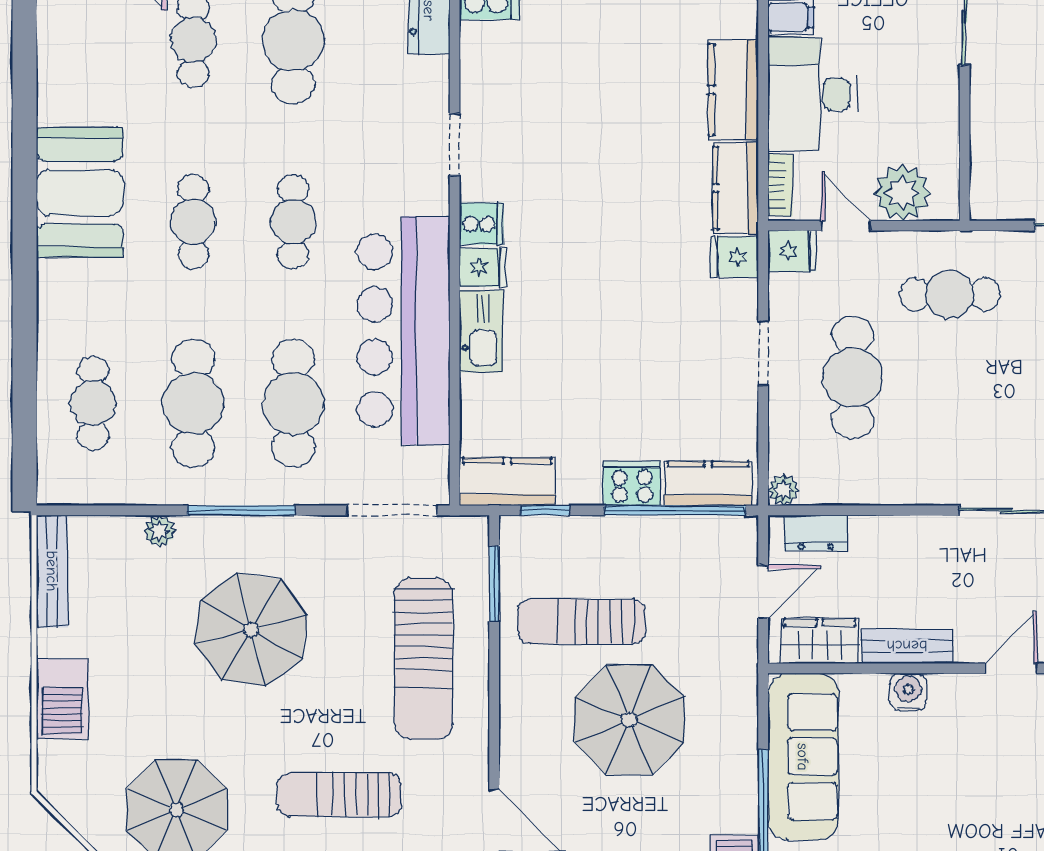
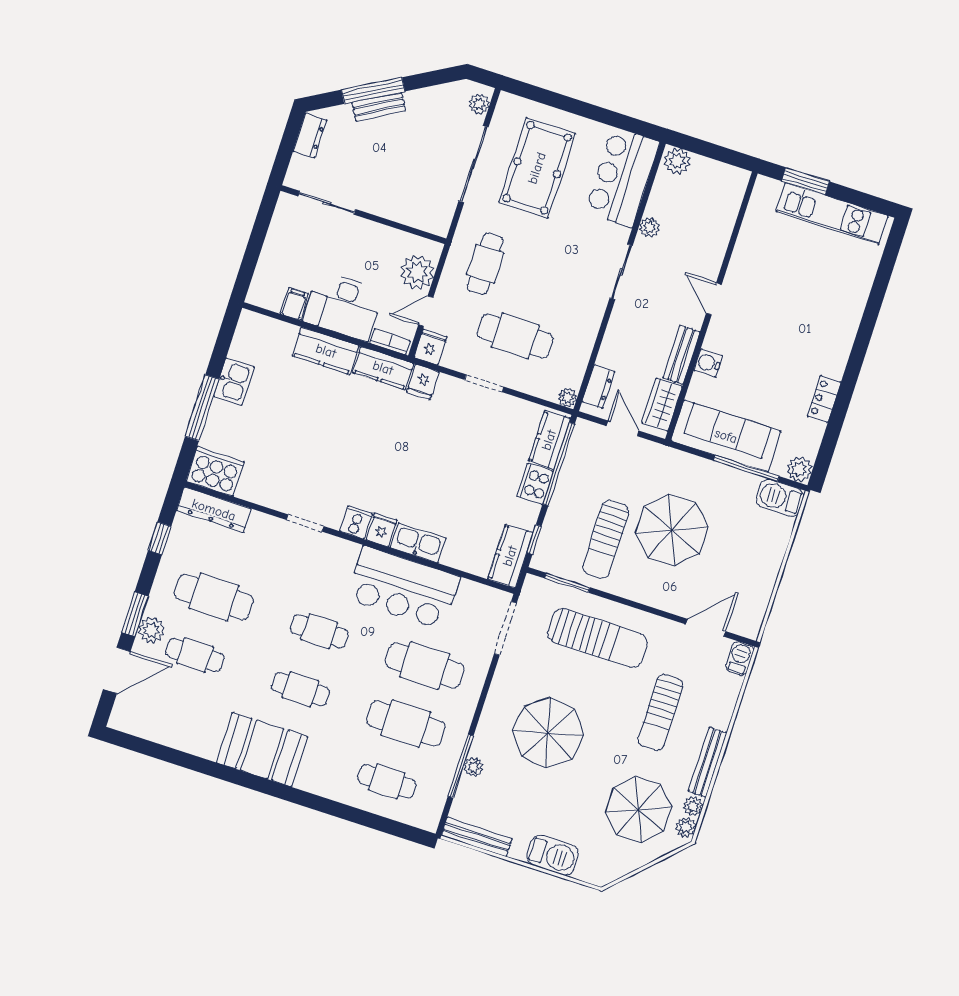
bar counter: (403, 331) -> (403, 588), width x0.73
window: (241, 510) -> (461, 766), moved

